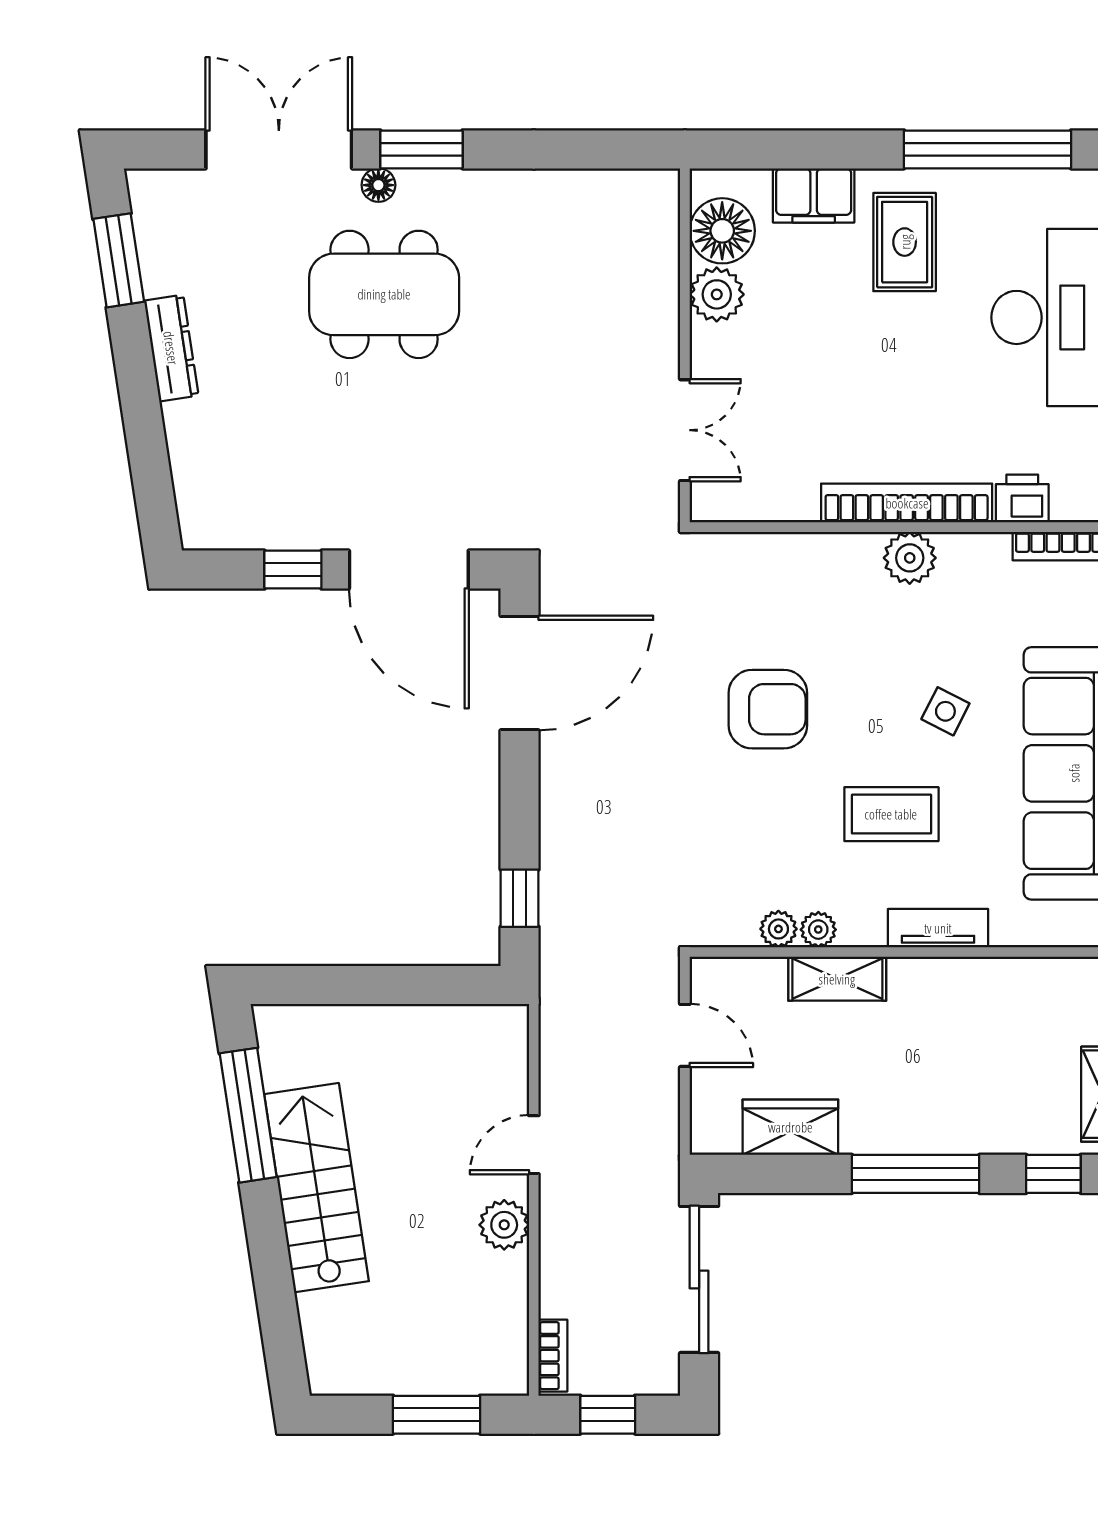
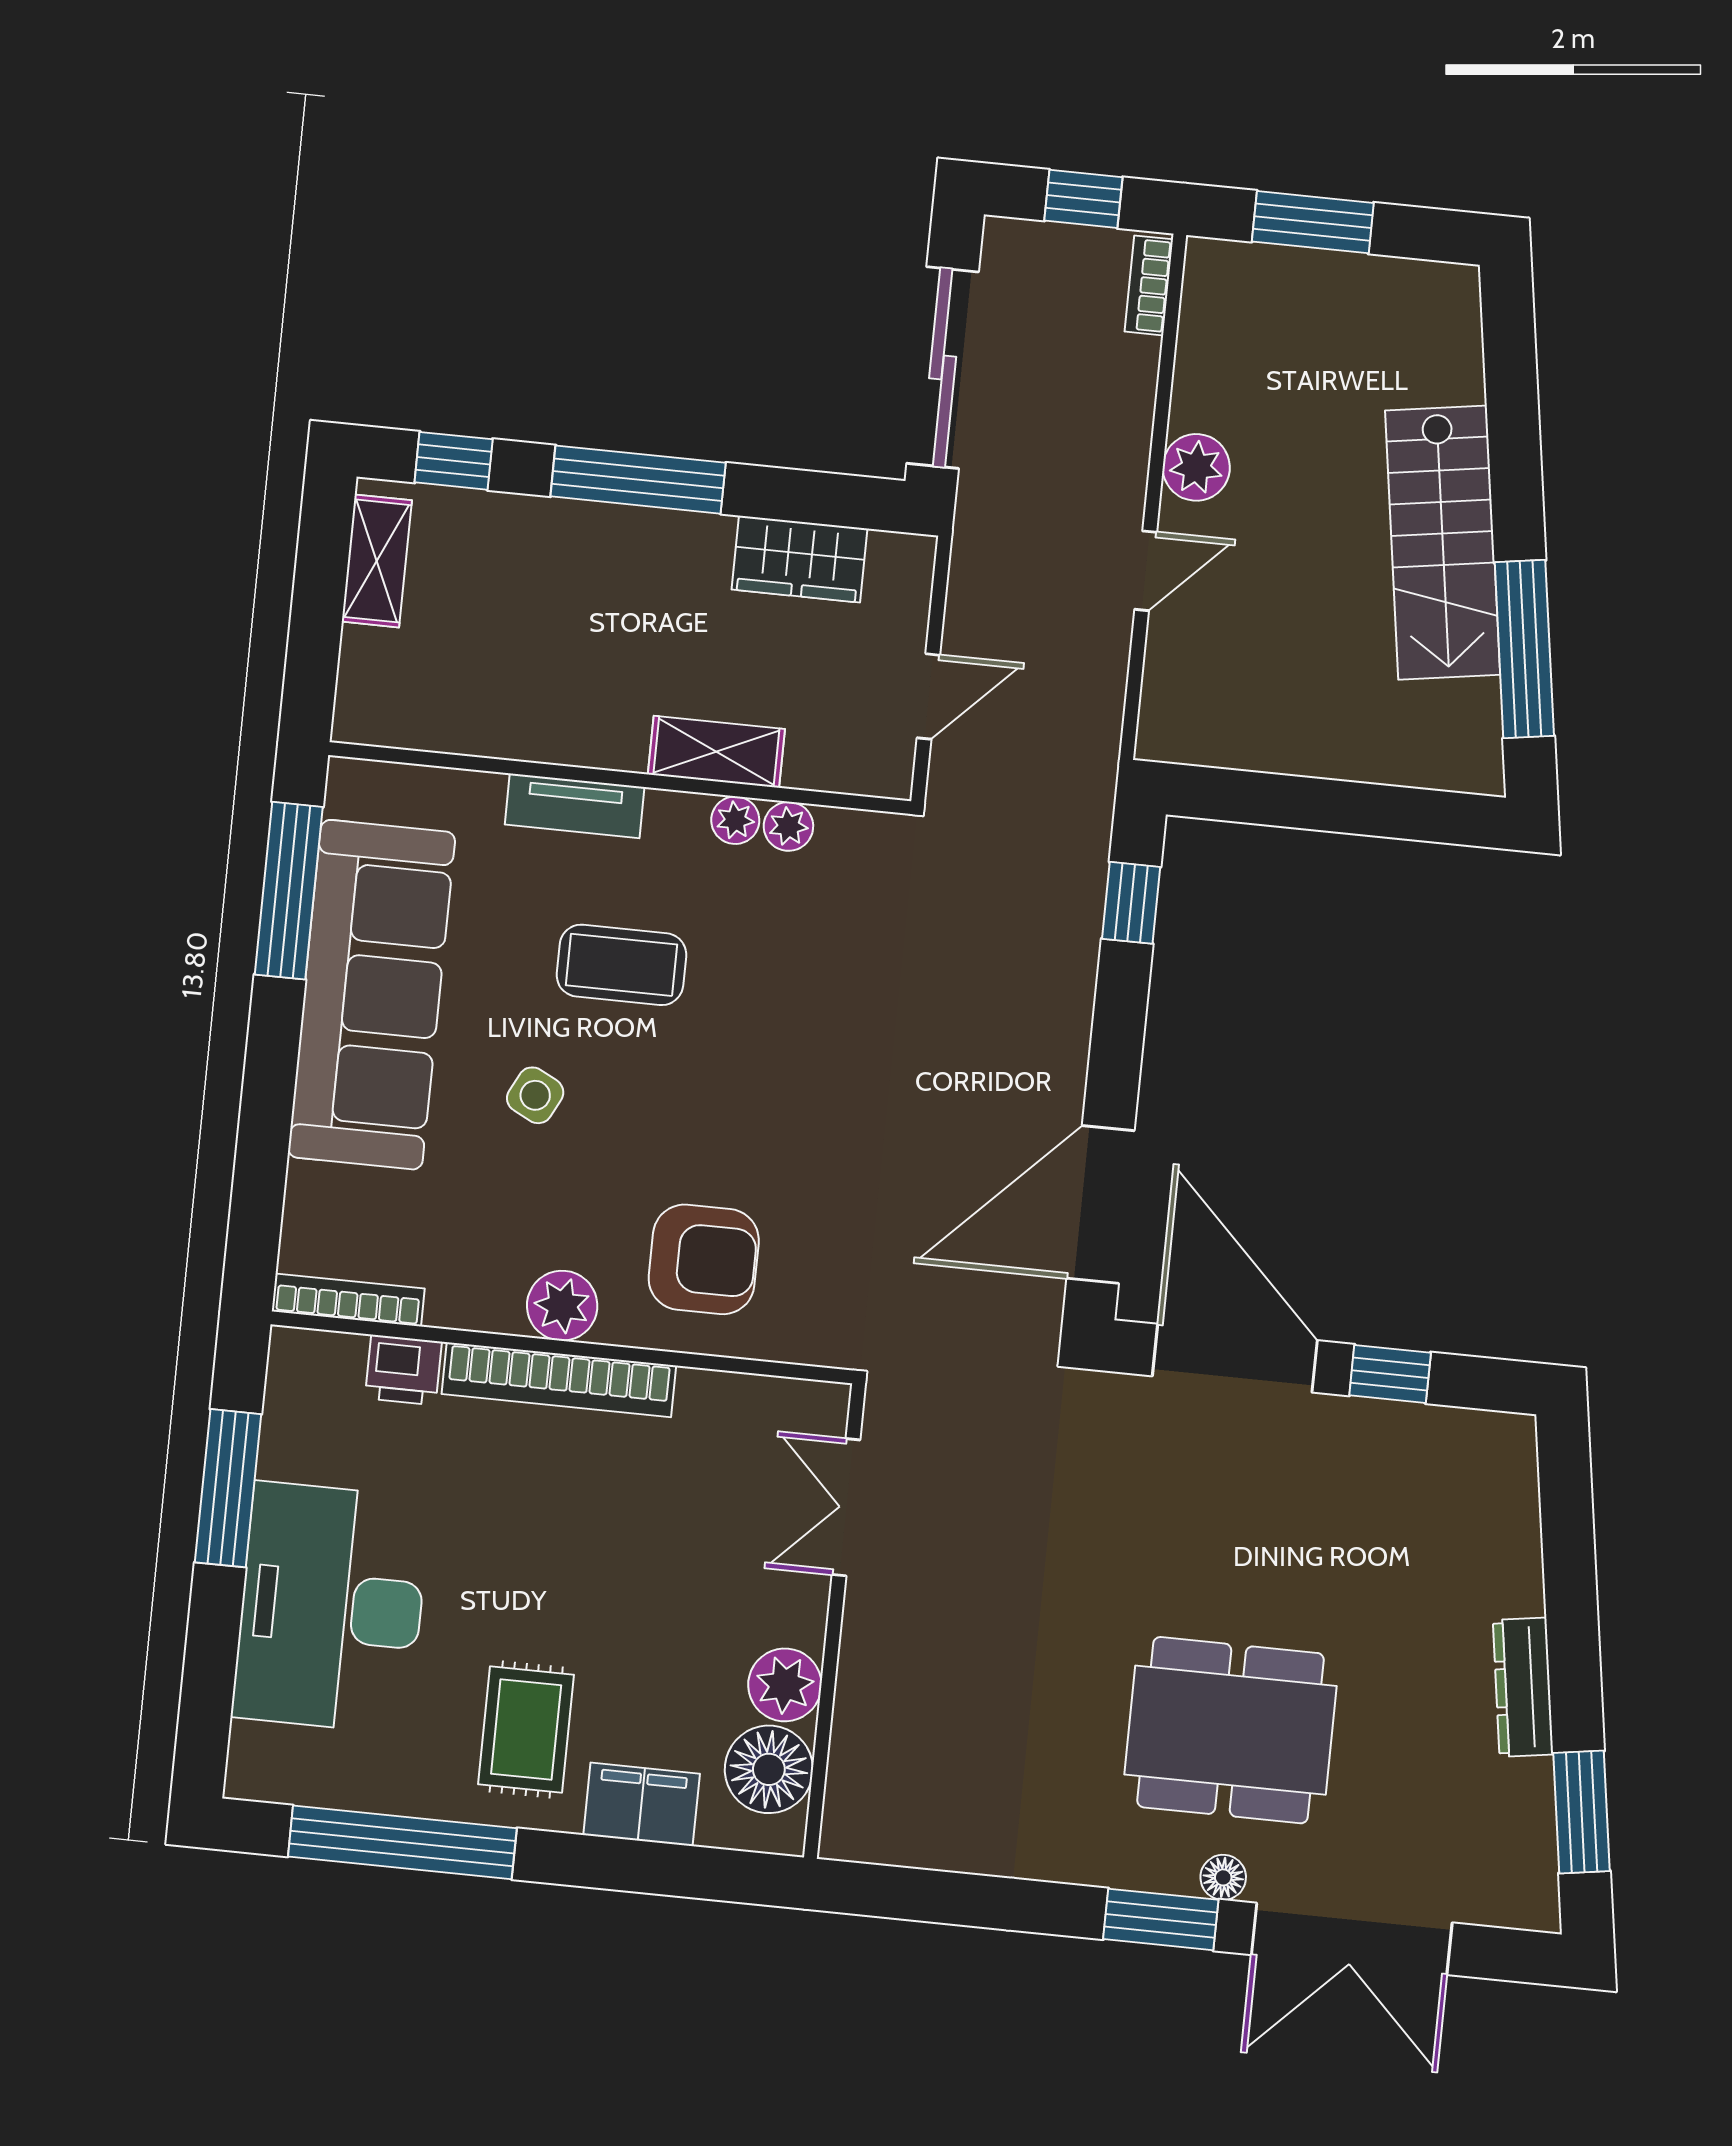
armchair: (768, 709) -> (704, 1259), moved, turned 180
door: (685, 1035) -> (928, 696), swing flipped

